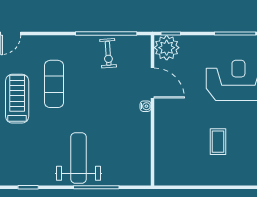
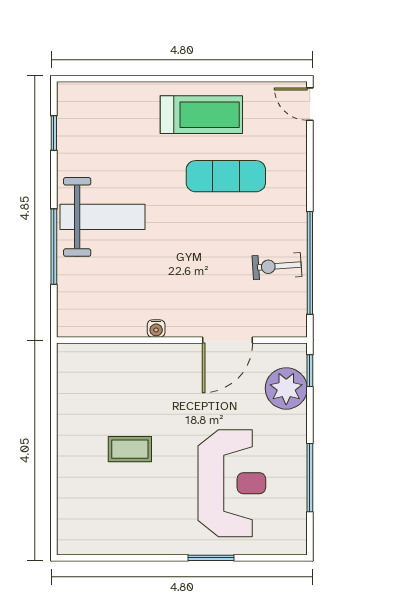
plant: (167, 48) -> (286, 388), moved
water cooler: (146, 106) -> (156, 329), moved

